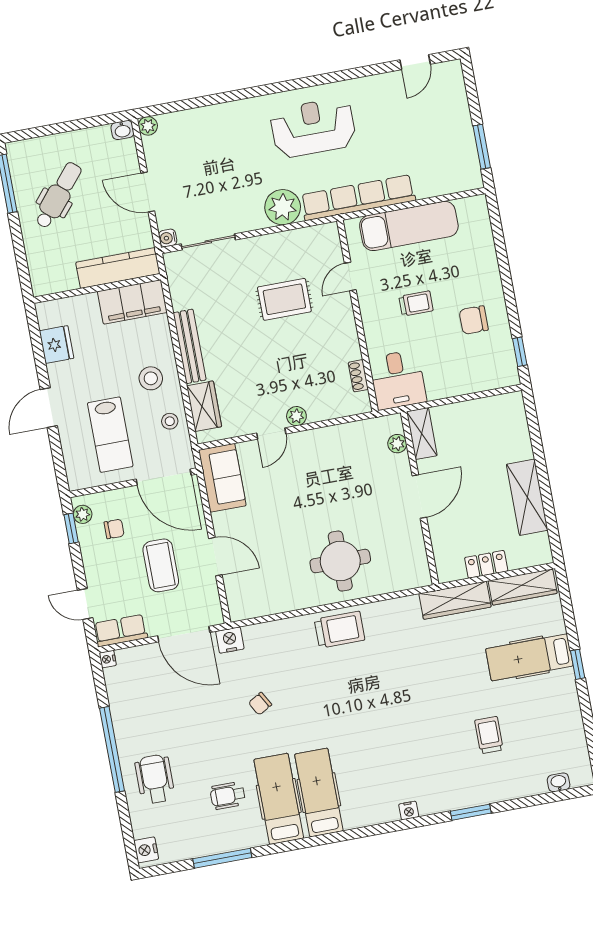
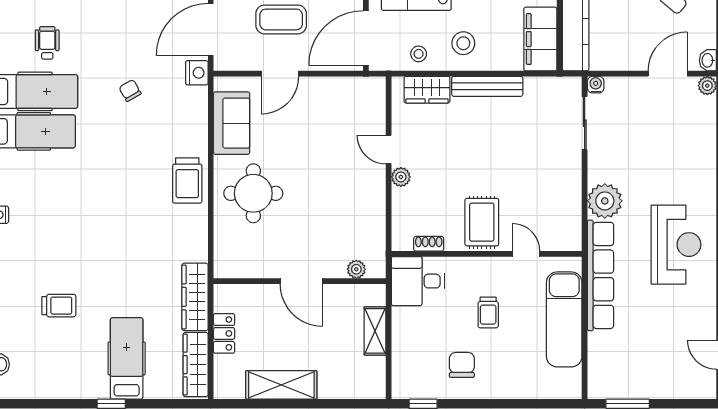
door: (148, 192) -> (668, 74), moved
rug: (284, 299) -> (482, 222), moved
shelving: (422, 433) -> (375, 331), moved, turned 90
sofa: (222, 478) -> (232, 123), moved, turned -90

